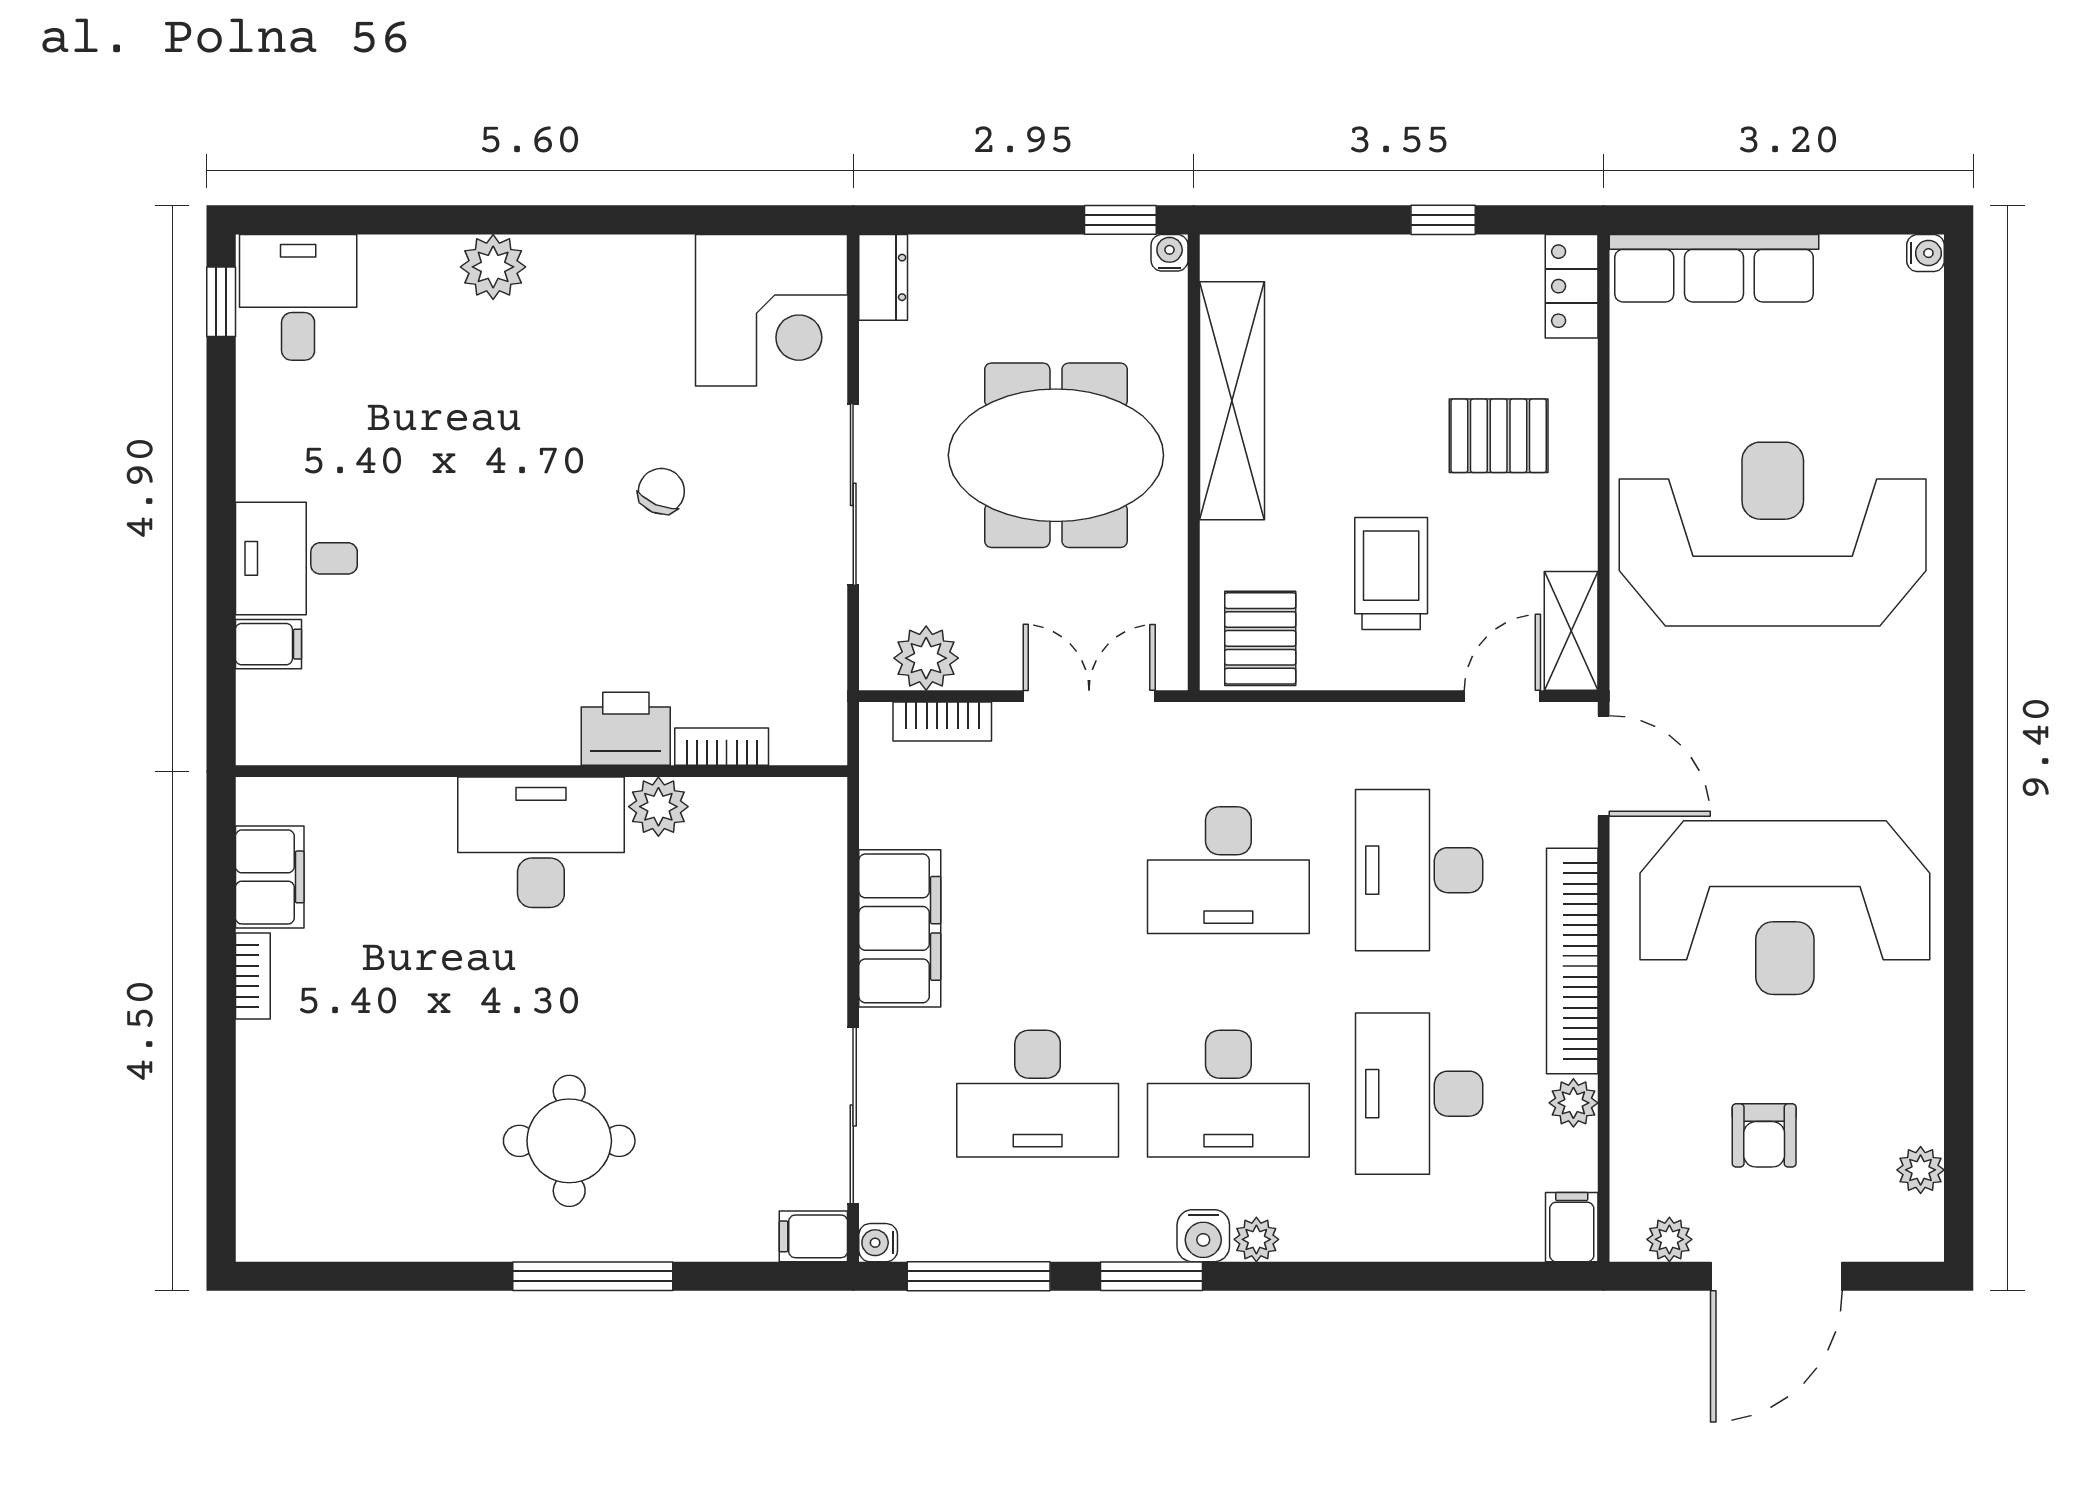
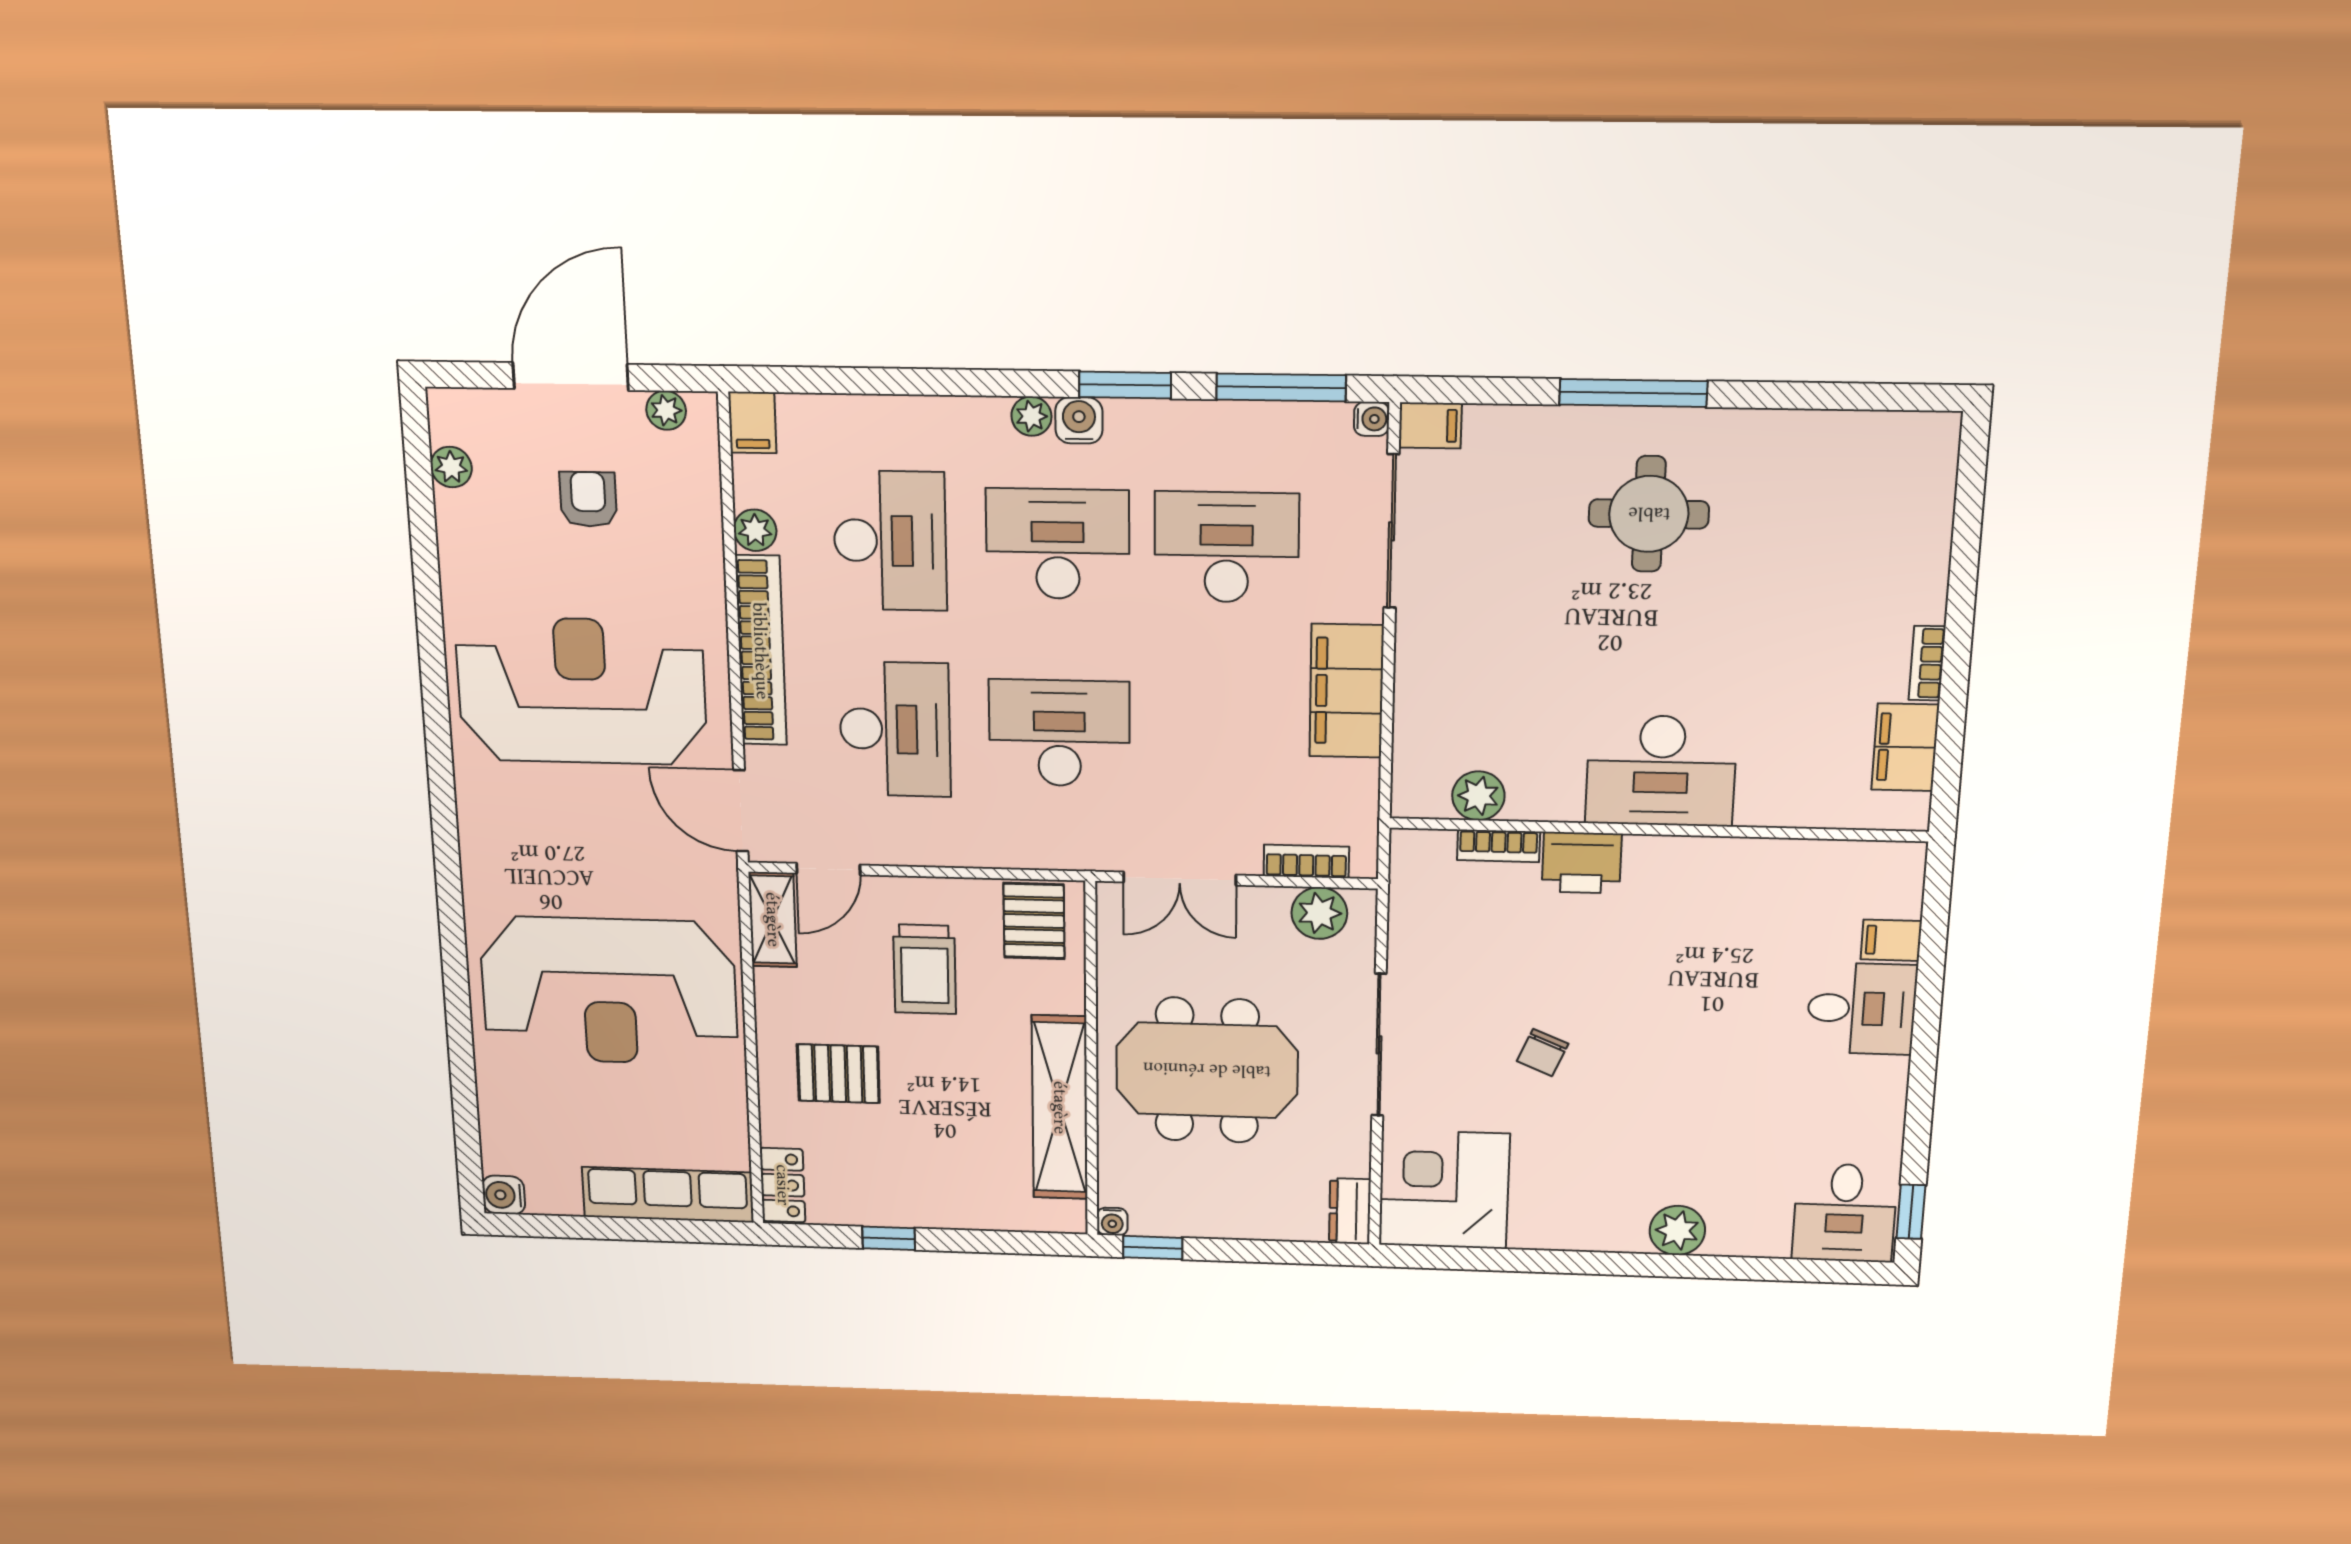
water cooler: (1925, 253) -> (504, 1195), width x1.38, depth x1.38
plant: (658, 807) -> (1478, 796), moved

